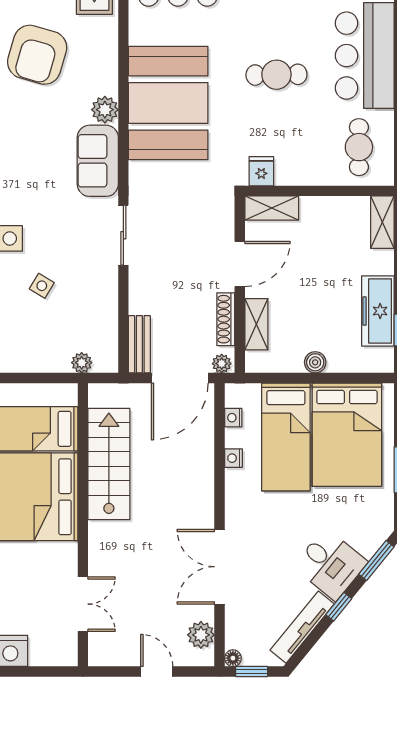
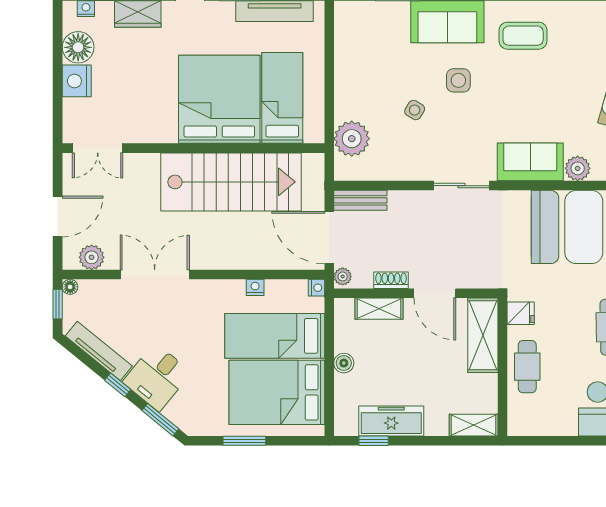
cafe table: (359, 147) -> (527, 367), moved, turned 90
shelving: (272, 208) -> (483, 335), width x1.50, depth x1.33
shoe rack: (226, 319) -> (391, 280), width x0.70
plant: (82, 363) -> (352, 139), width x1.87, depth x1.87
nightstand: (233, 418) -> (317, 288), moved, turned 90
stairs: (109, 464) -> (231, 182), width x1.36, depth x1.51
double door: (83, 604) -> (98, 148), moved
door: (157, 671) -> (58, 216), width x1.38

